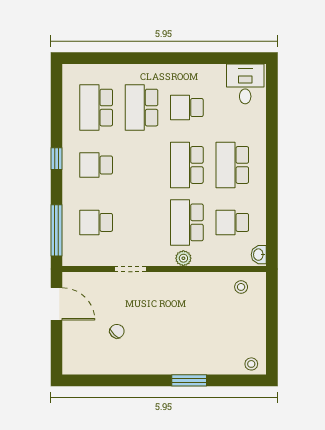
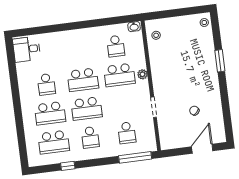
window: (56, 159) -> (68, 166), moved
school desk: (232, 165) -> (87, 109), moved
door: (56, 304) -> (202, 149), moved

